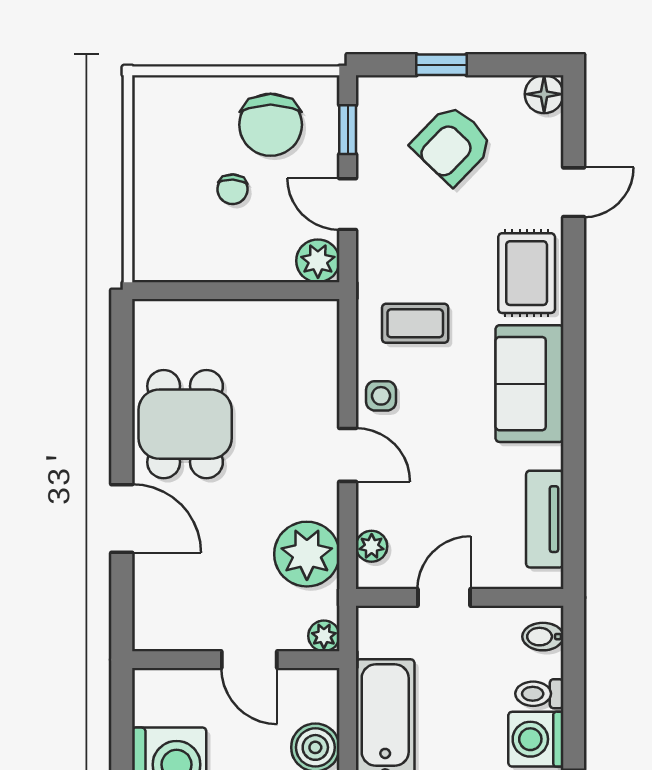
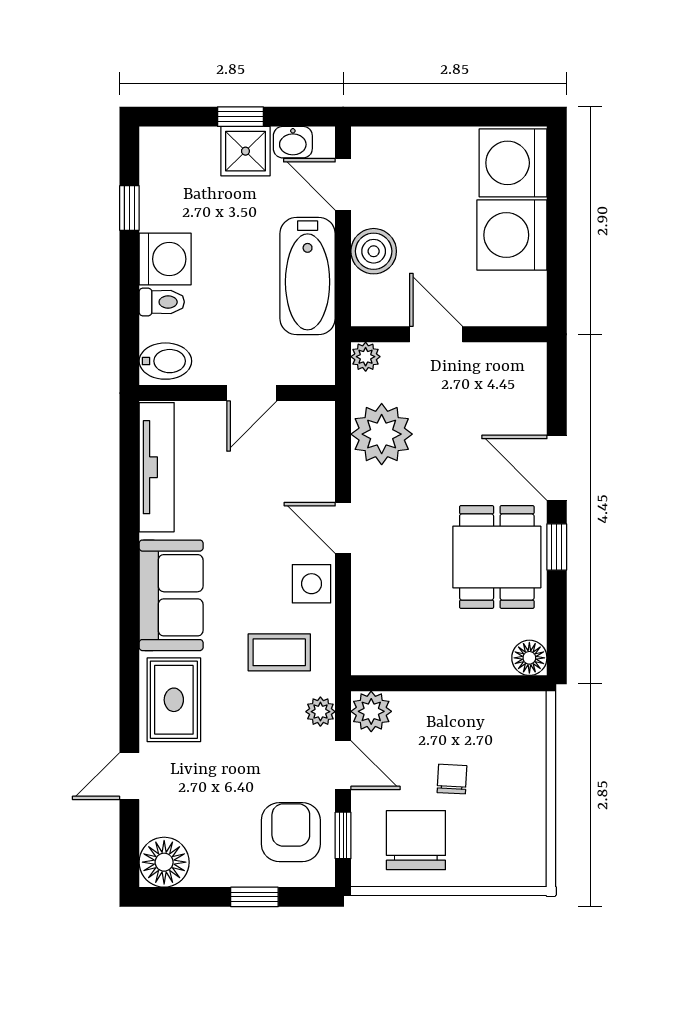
floor lamp: (544, 94) -> (164, 862), width x1.38, depth x1.38
armchair: (452, 145) -> (291, 832), moved, turned -44
floor lamp: (151, 318) -> (529, 658), added
side table: (381, 396) -> (312, 584), width x1.37, depth x1.37
window: (122, 435) -> (557, 547), added
tv unit: (545, 519) -> (157, 467), width x1.41
plant: (372, 546) -> (320, 712), moved
bidet: (543, 637) -> (165, 361), width x1.38, depth x1.36

